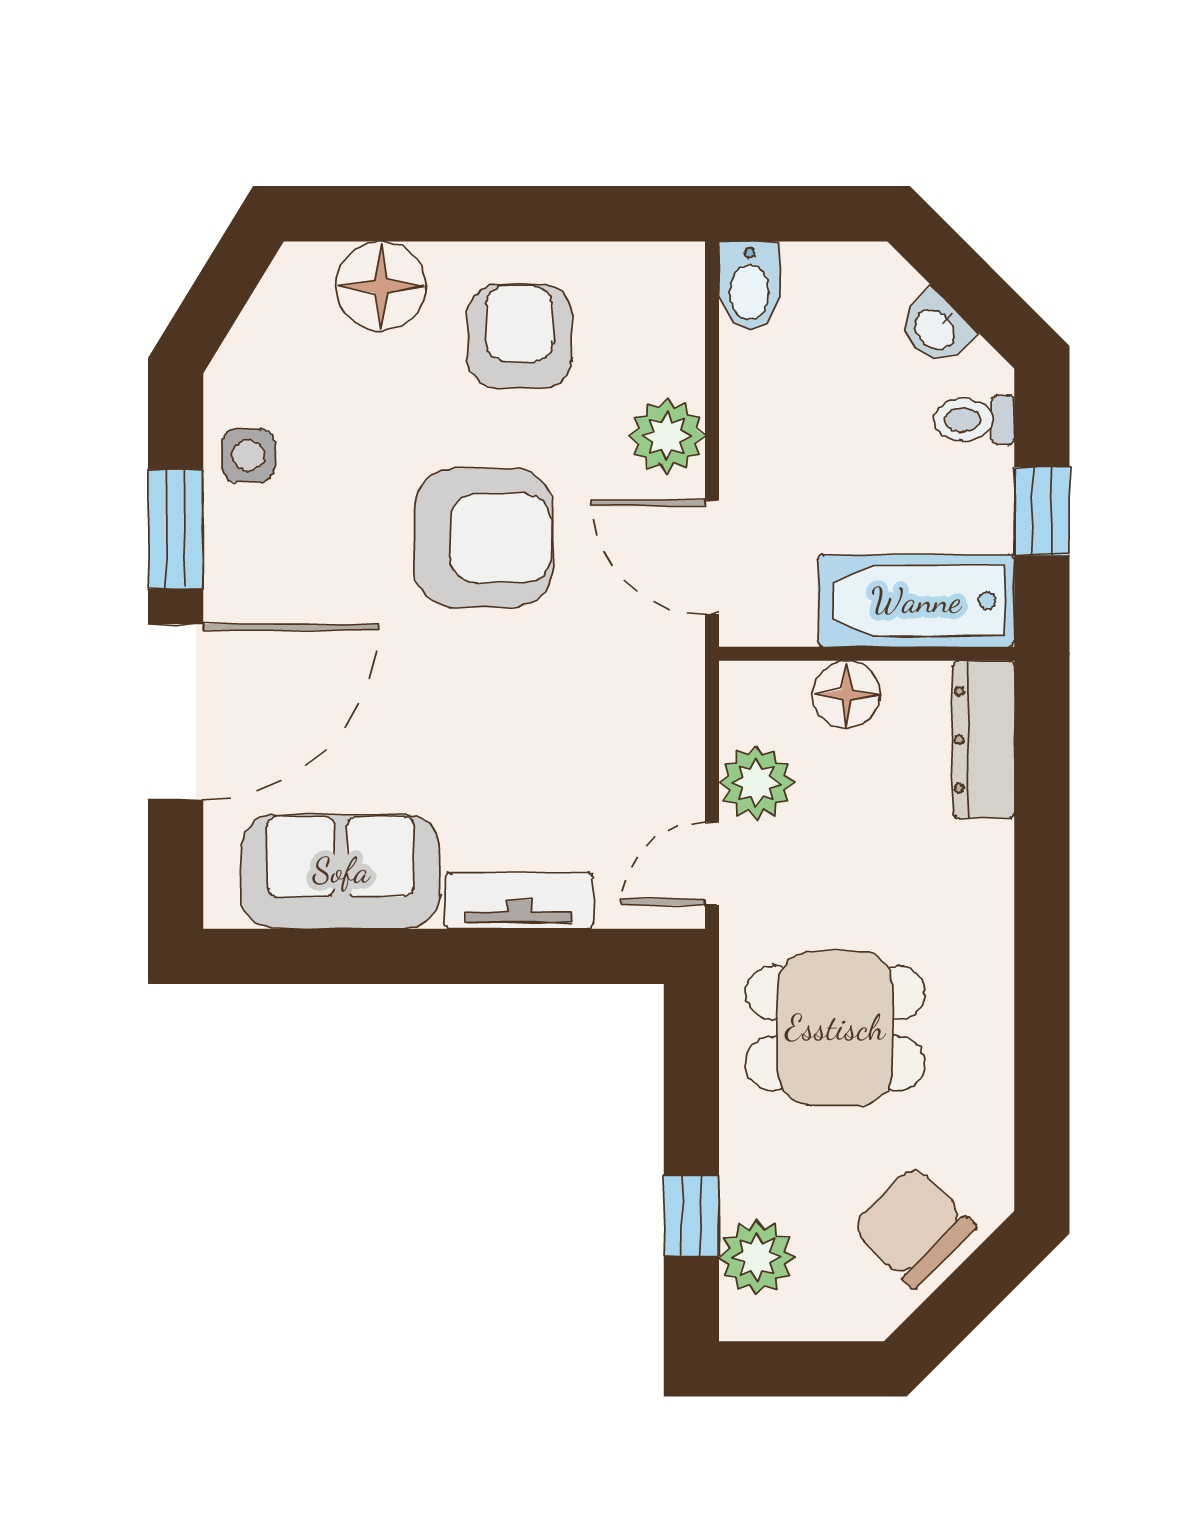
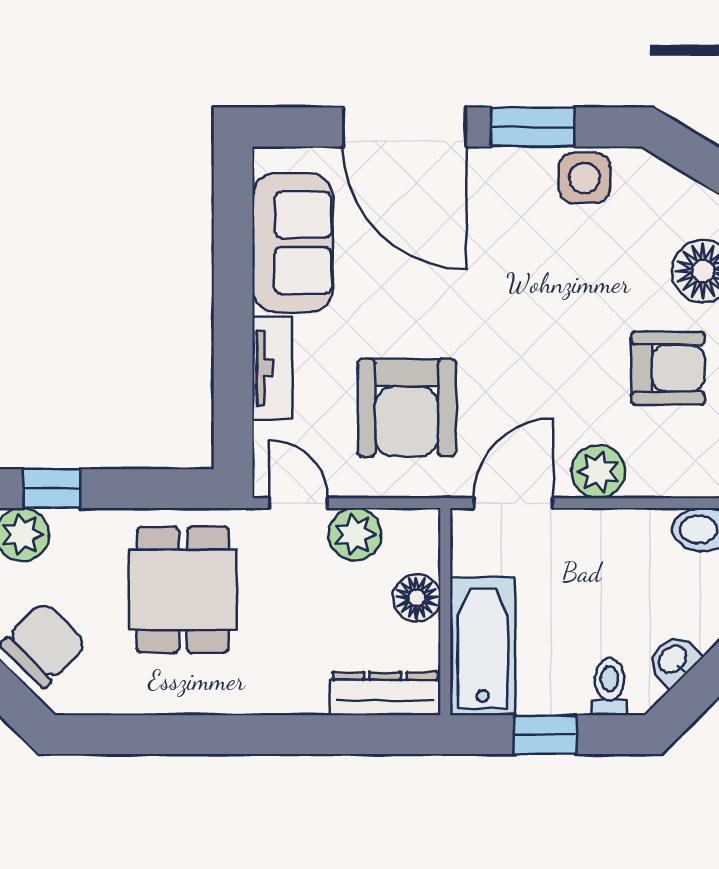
side table: (248, 456) -> (584, 178), width x1.37, depth x1.37
armchair: (484, 538) -> (407, 408), moved

